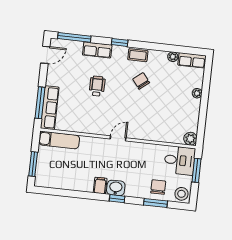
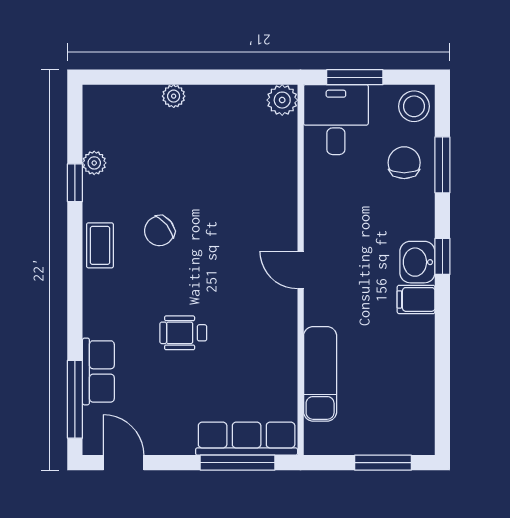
window: (120, 42) -> (75, 183), moved
row of seats: (97, 50) -> (98, 371), moved
row of seats: (192, 60) -> (98, 117), removed
exam couch: (59, 140) -> (320, 374), moved
chair: (158, 187) -> (404, 163), turned 90

